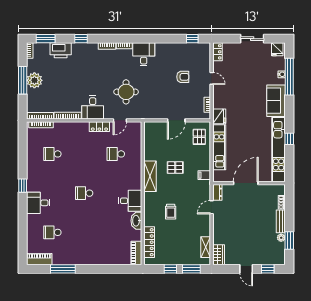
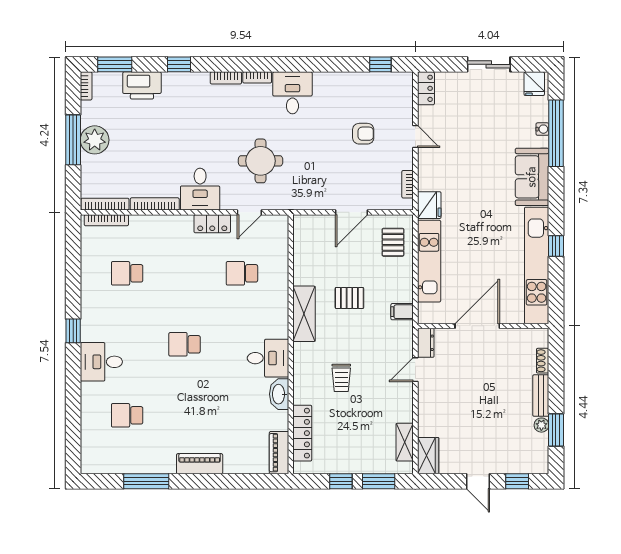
piano: (39, 259) -> (200, 464), moved

